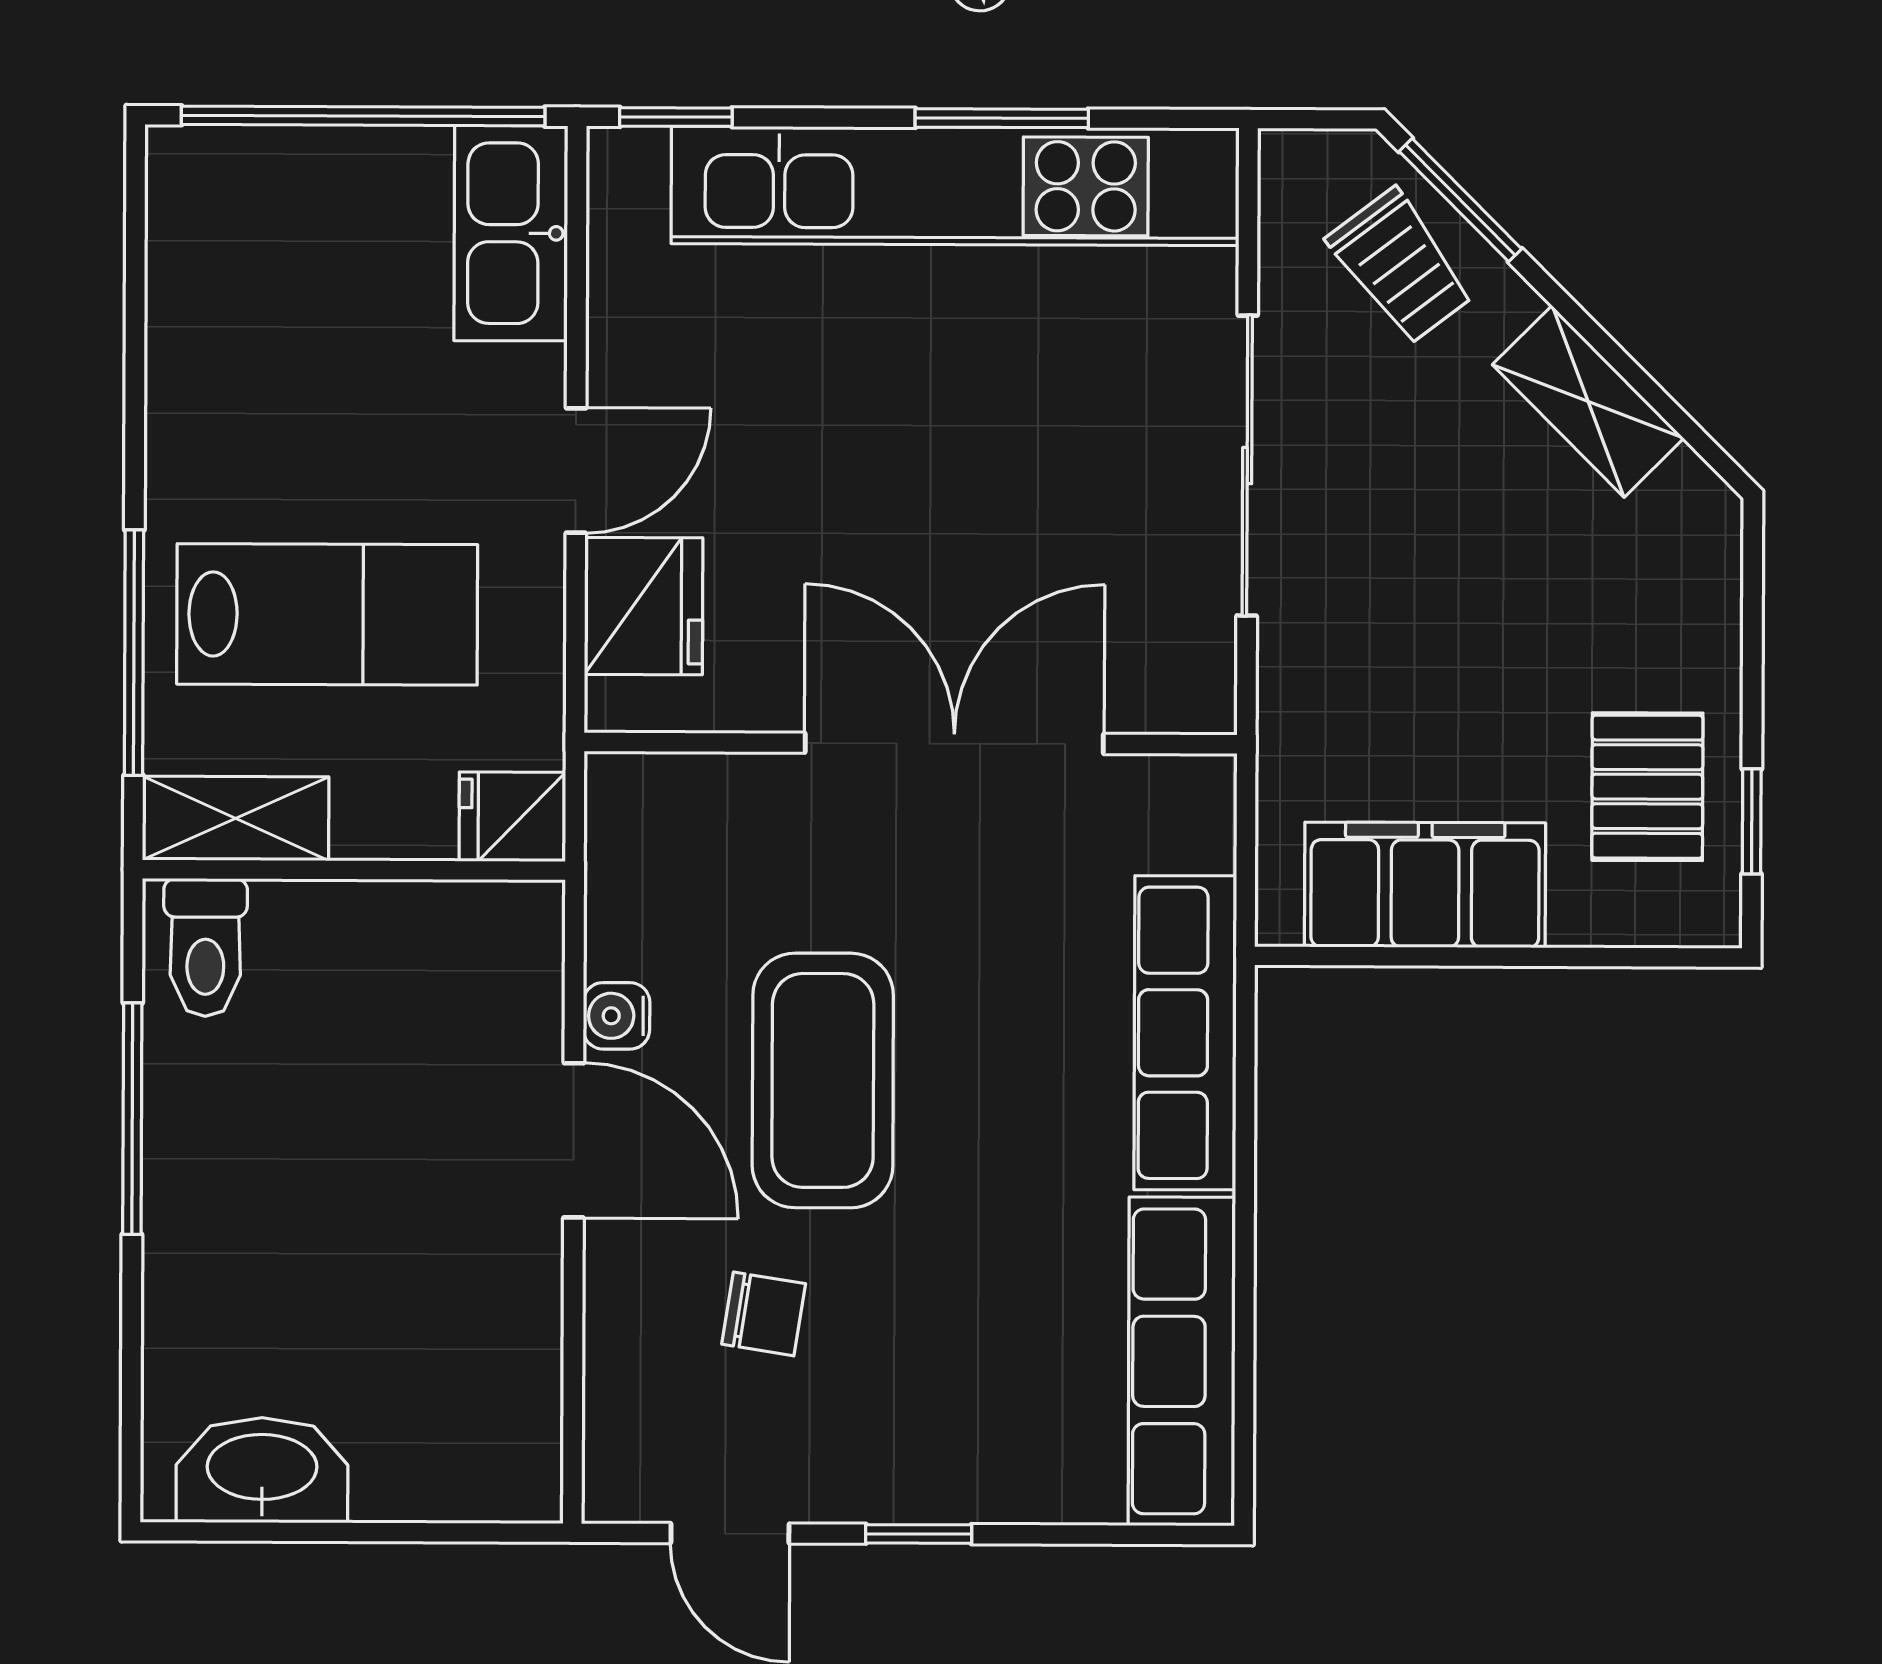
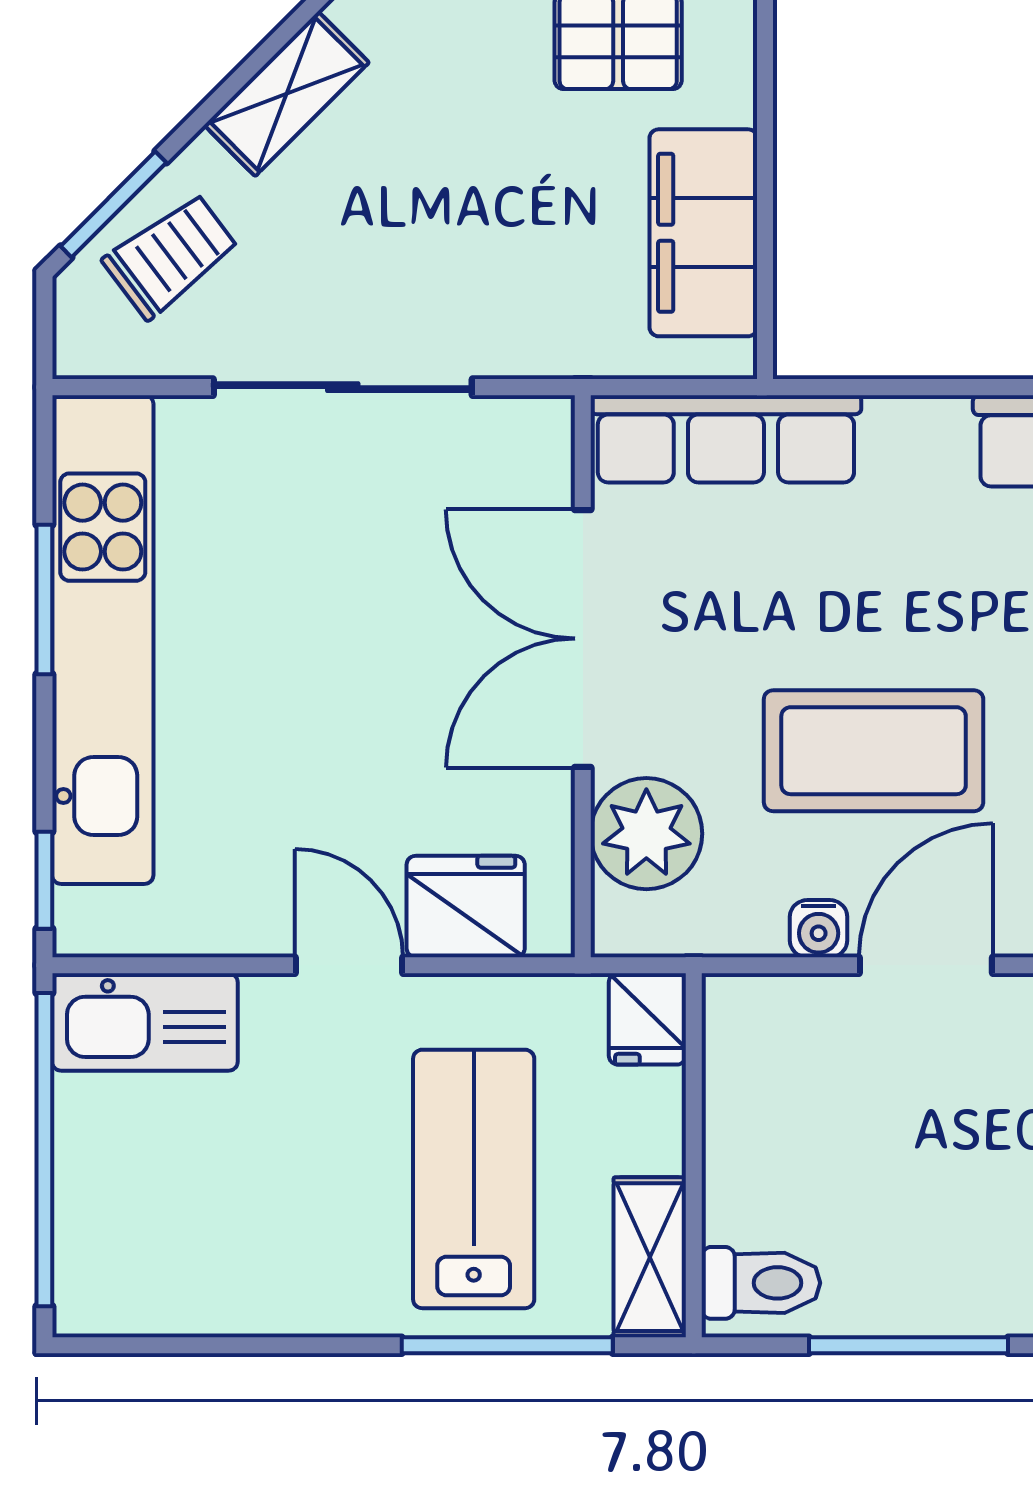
plant: (727, 816) -> (646, 834), added
row of seats: (1185, 1033) -> (726, 439), moved

